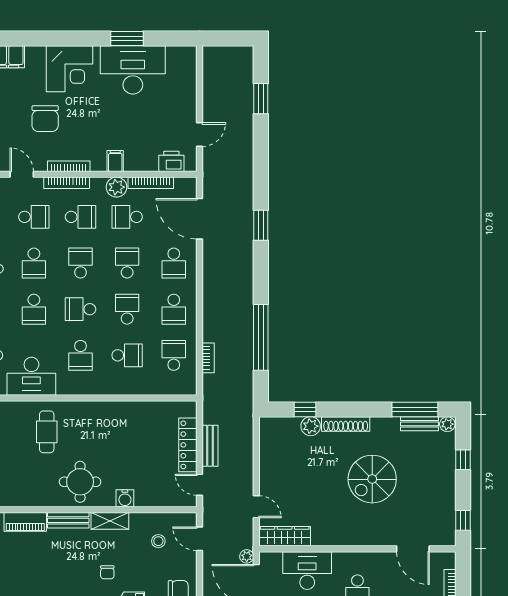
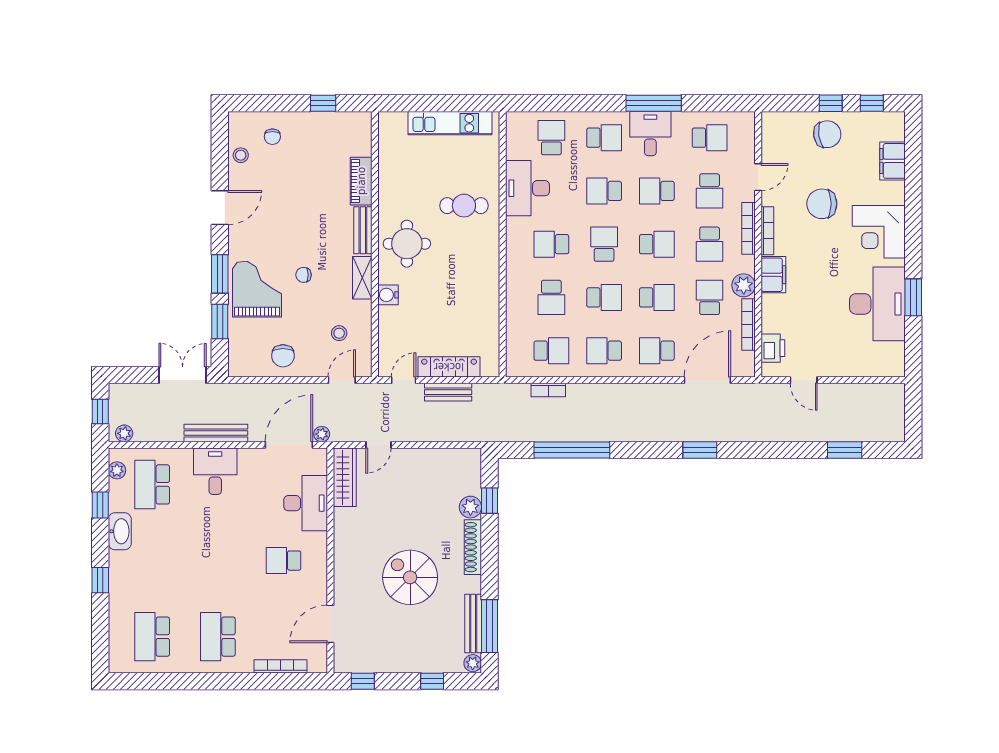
filing cabinet: (115, 161) -> (773, 275), width x2.00
bench: (419, 424) -> (473, 624), width x1.36

